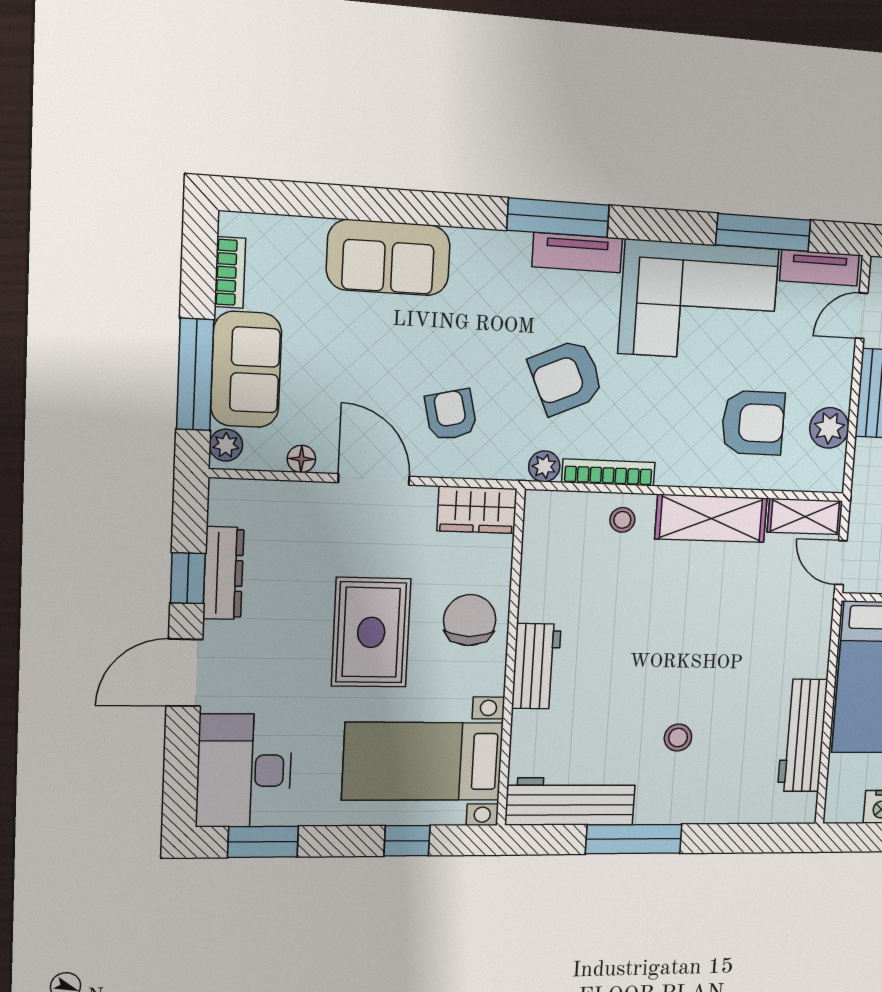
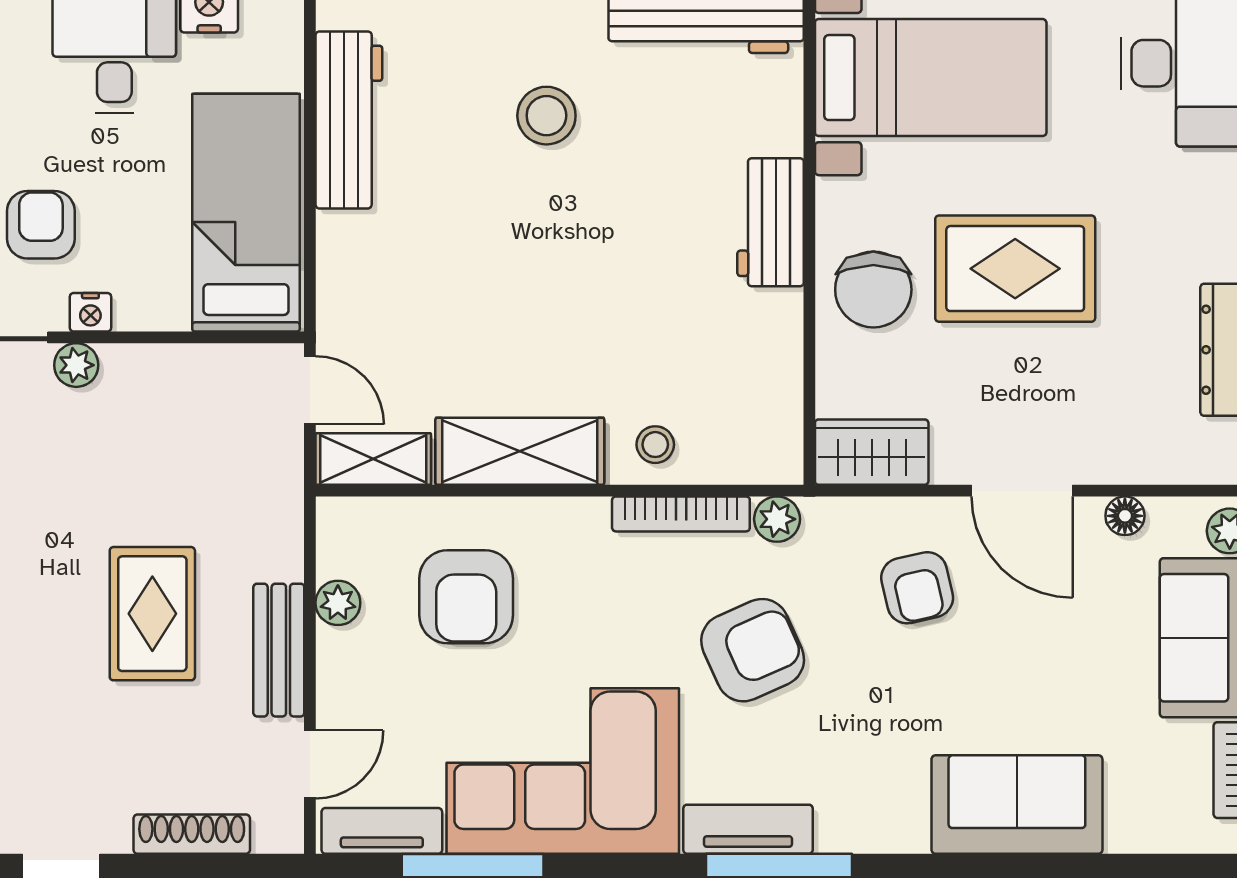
armchair: (753, 423) -> (466, 597), turned -90
plant: (829, 428) -> (338, 603), width x0.73, depth x0.73
rug: (371, 632) -> (1015, 269), turned 90
stool: (678, 738) -> (546, 116), width x1.37, depth x1.37

